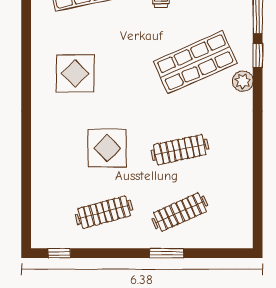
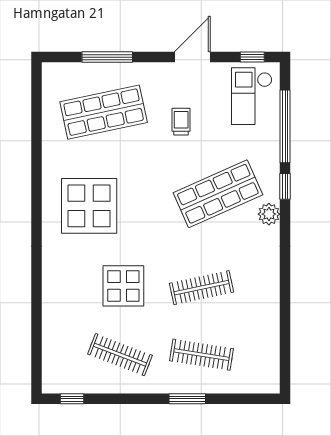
display table: (75, 74) -> (89, 206), width x1.36, depth x1.36
clothes rail: (104, 212) -> (120, 355), turned 36
clothes rail: (180, 212) -> (202, 355), turned 33

